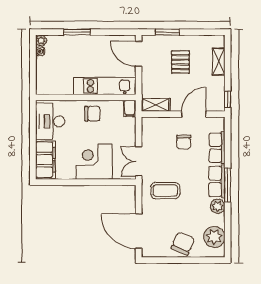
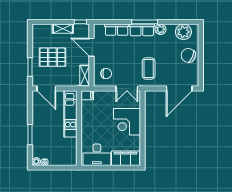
door: (139, 54) -> (46, 89), hinge flipped
pallet: (180, 62) -> (52, 57), width x1.50, depth x1.42
shelving: (219, 62) -> (63, 29), moved
chair: (92, 114) -> (91, 123), removed
chair: (184, 142) -> (106, 74), moved

